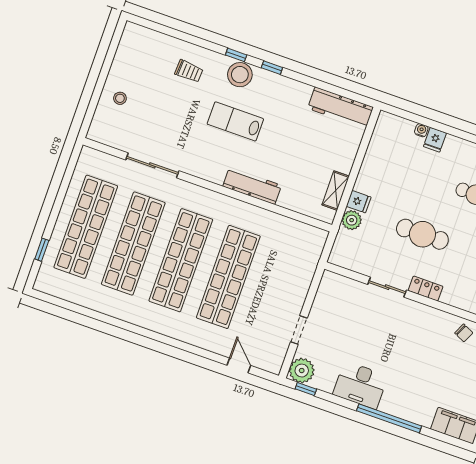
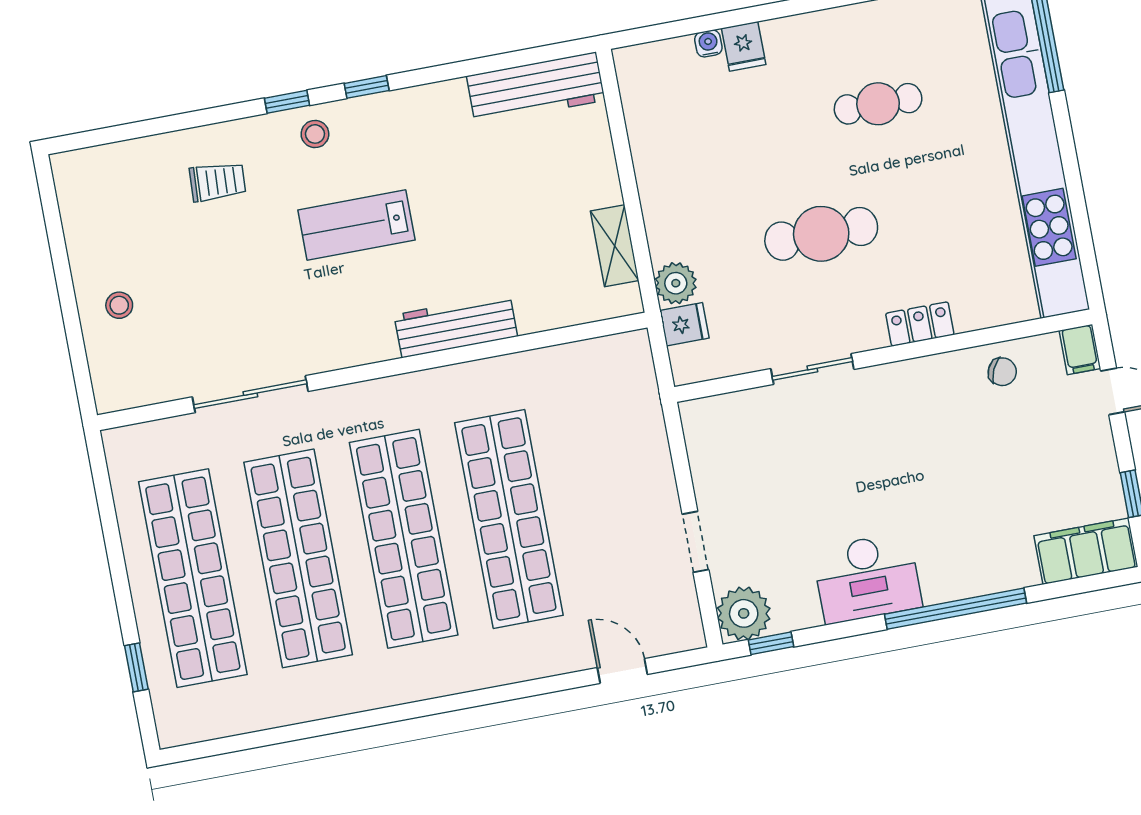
stool: (240, 75) -> (315, 134), width x0.53, depth x0.53
fridge: (359, 202) -> (684, 324), moved
locker: (426, 289) -> (920, 324), moved

